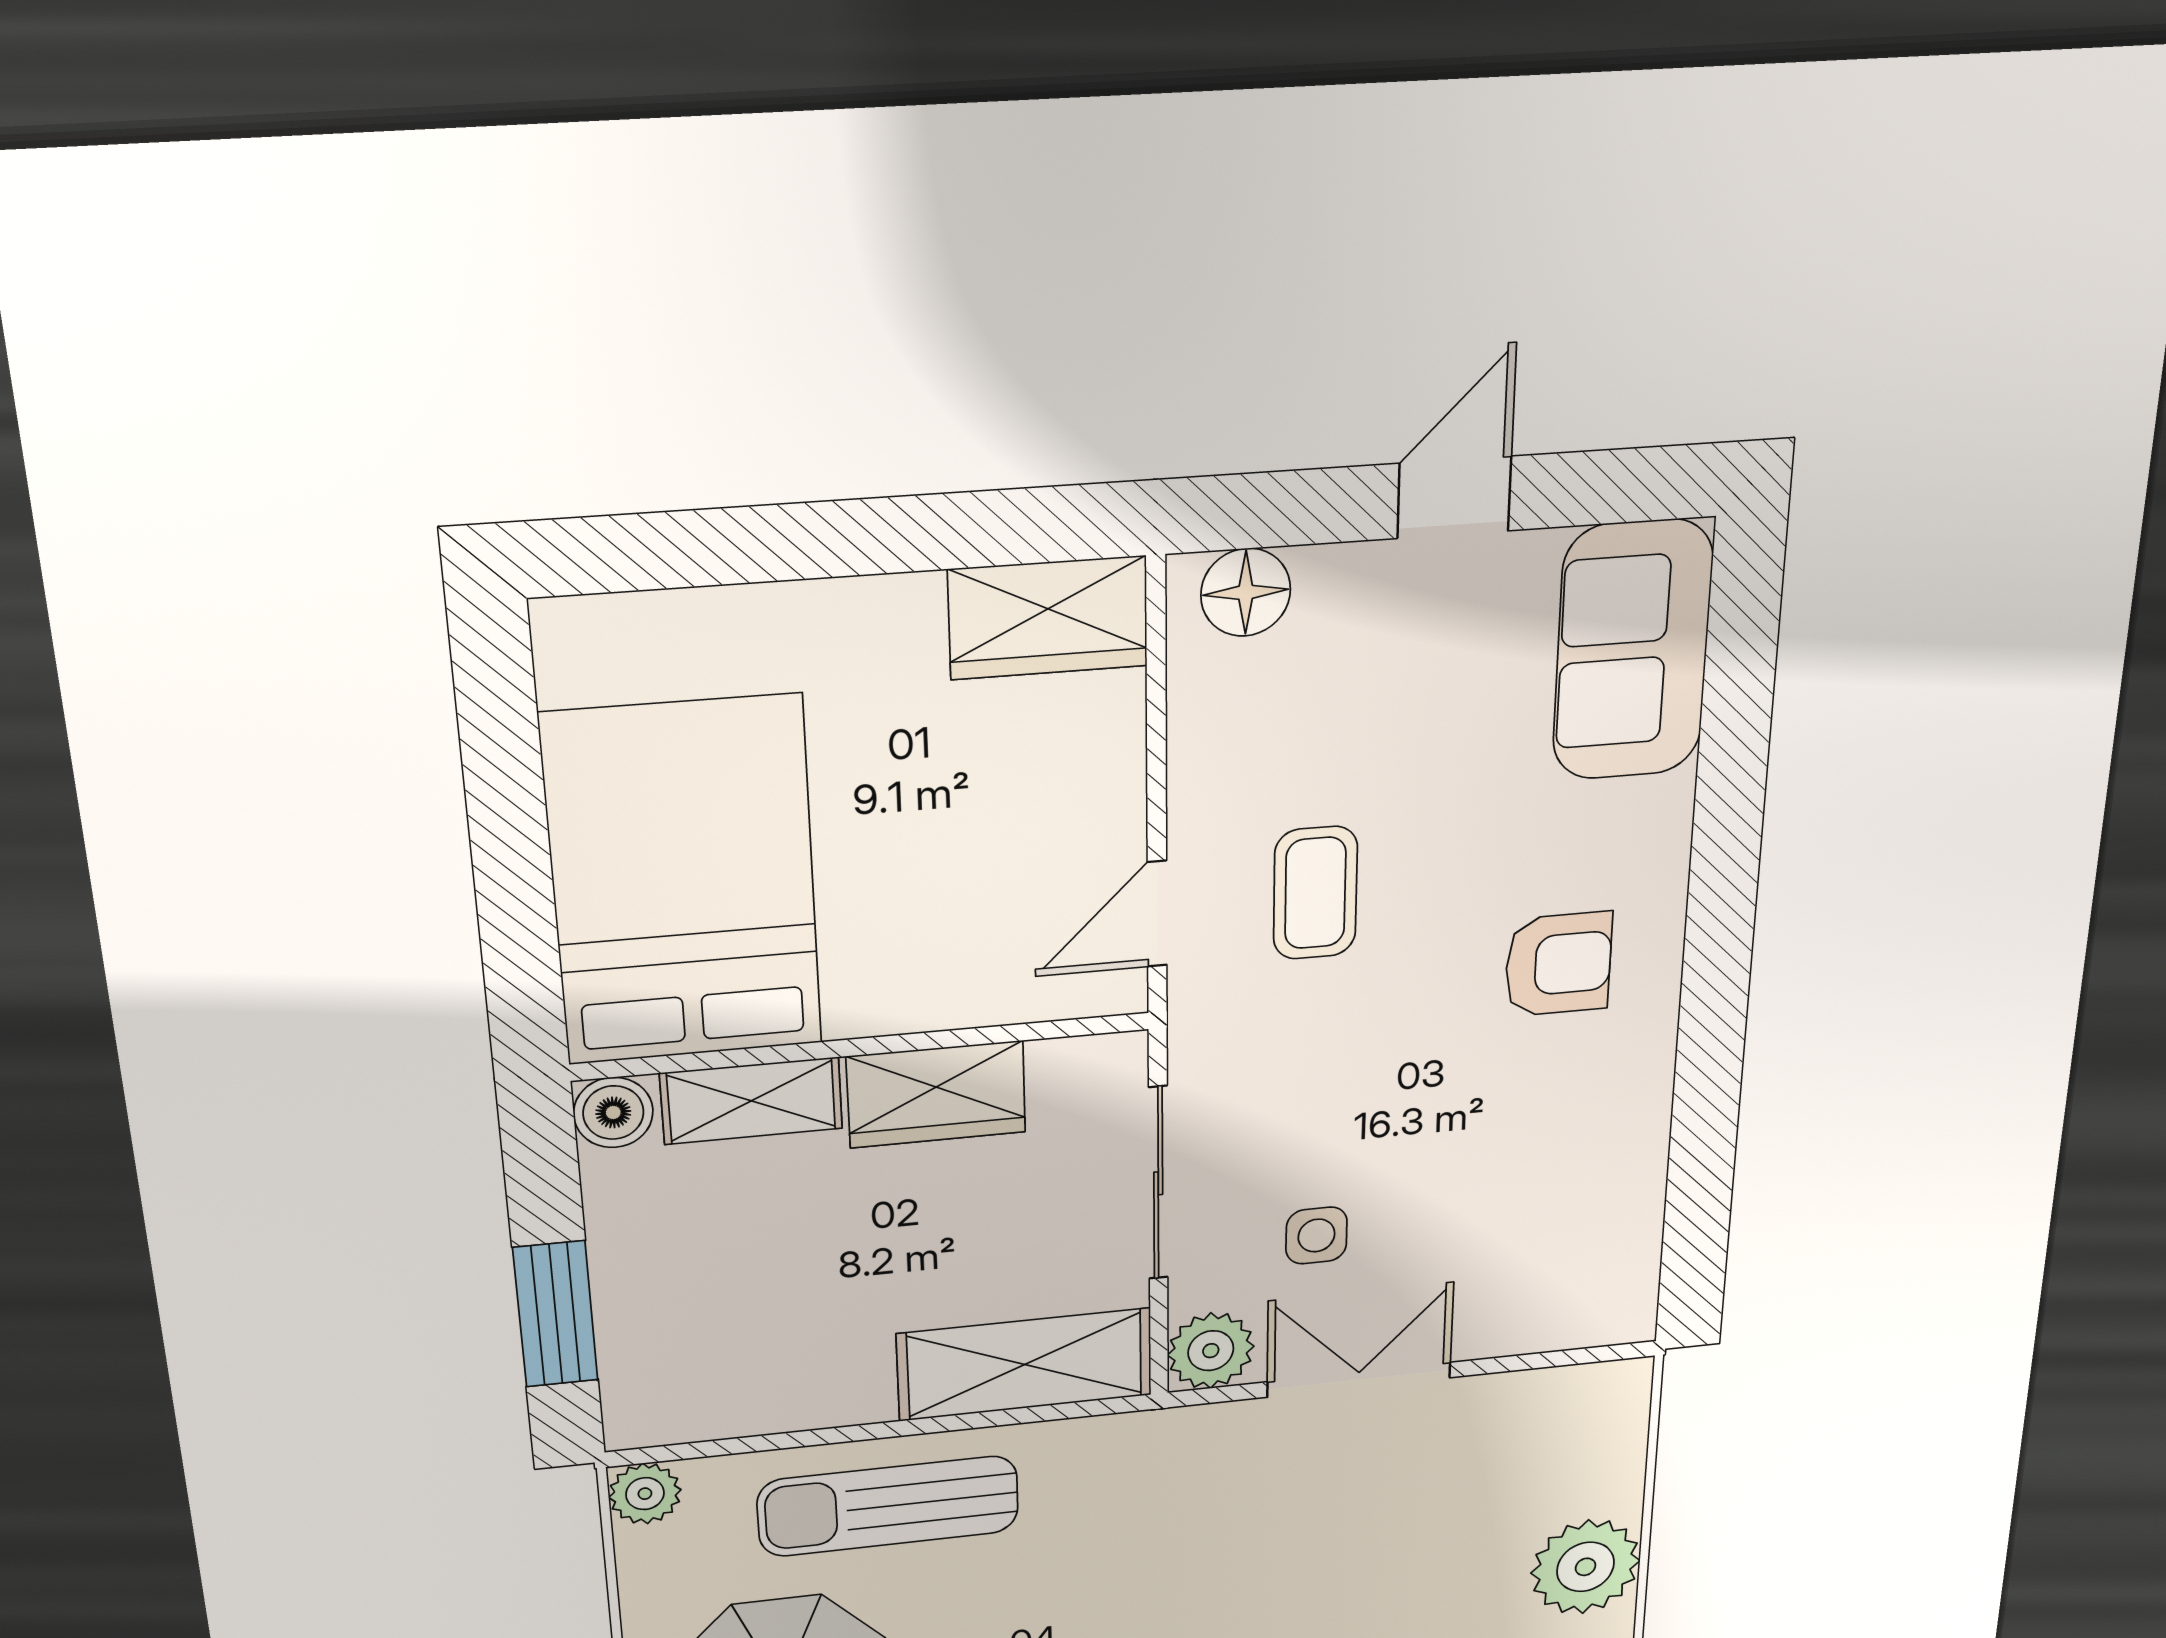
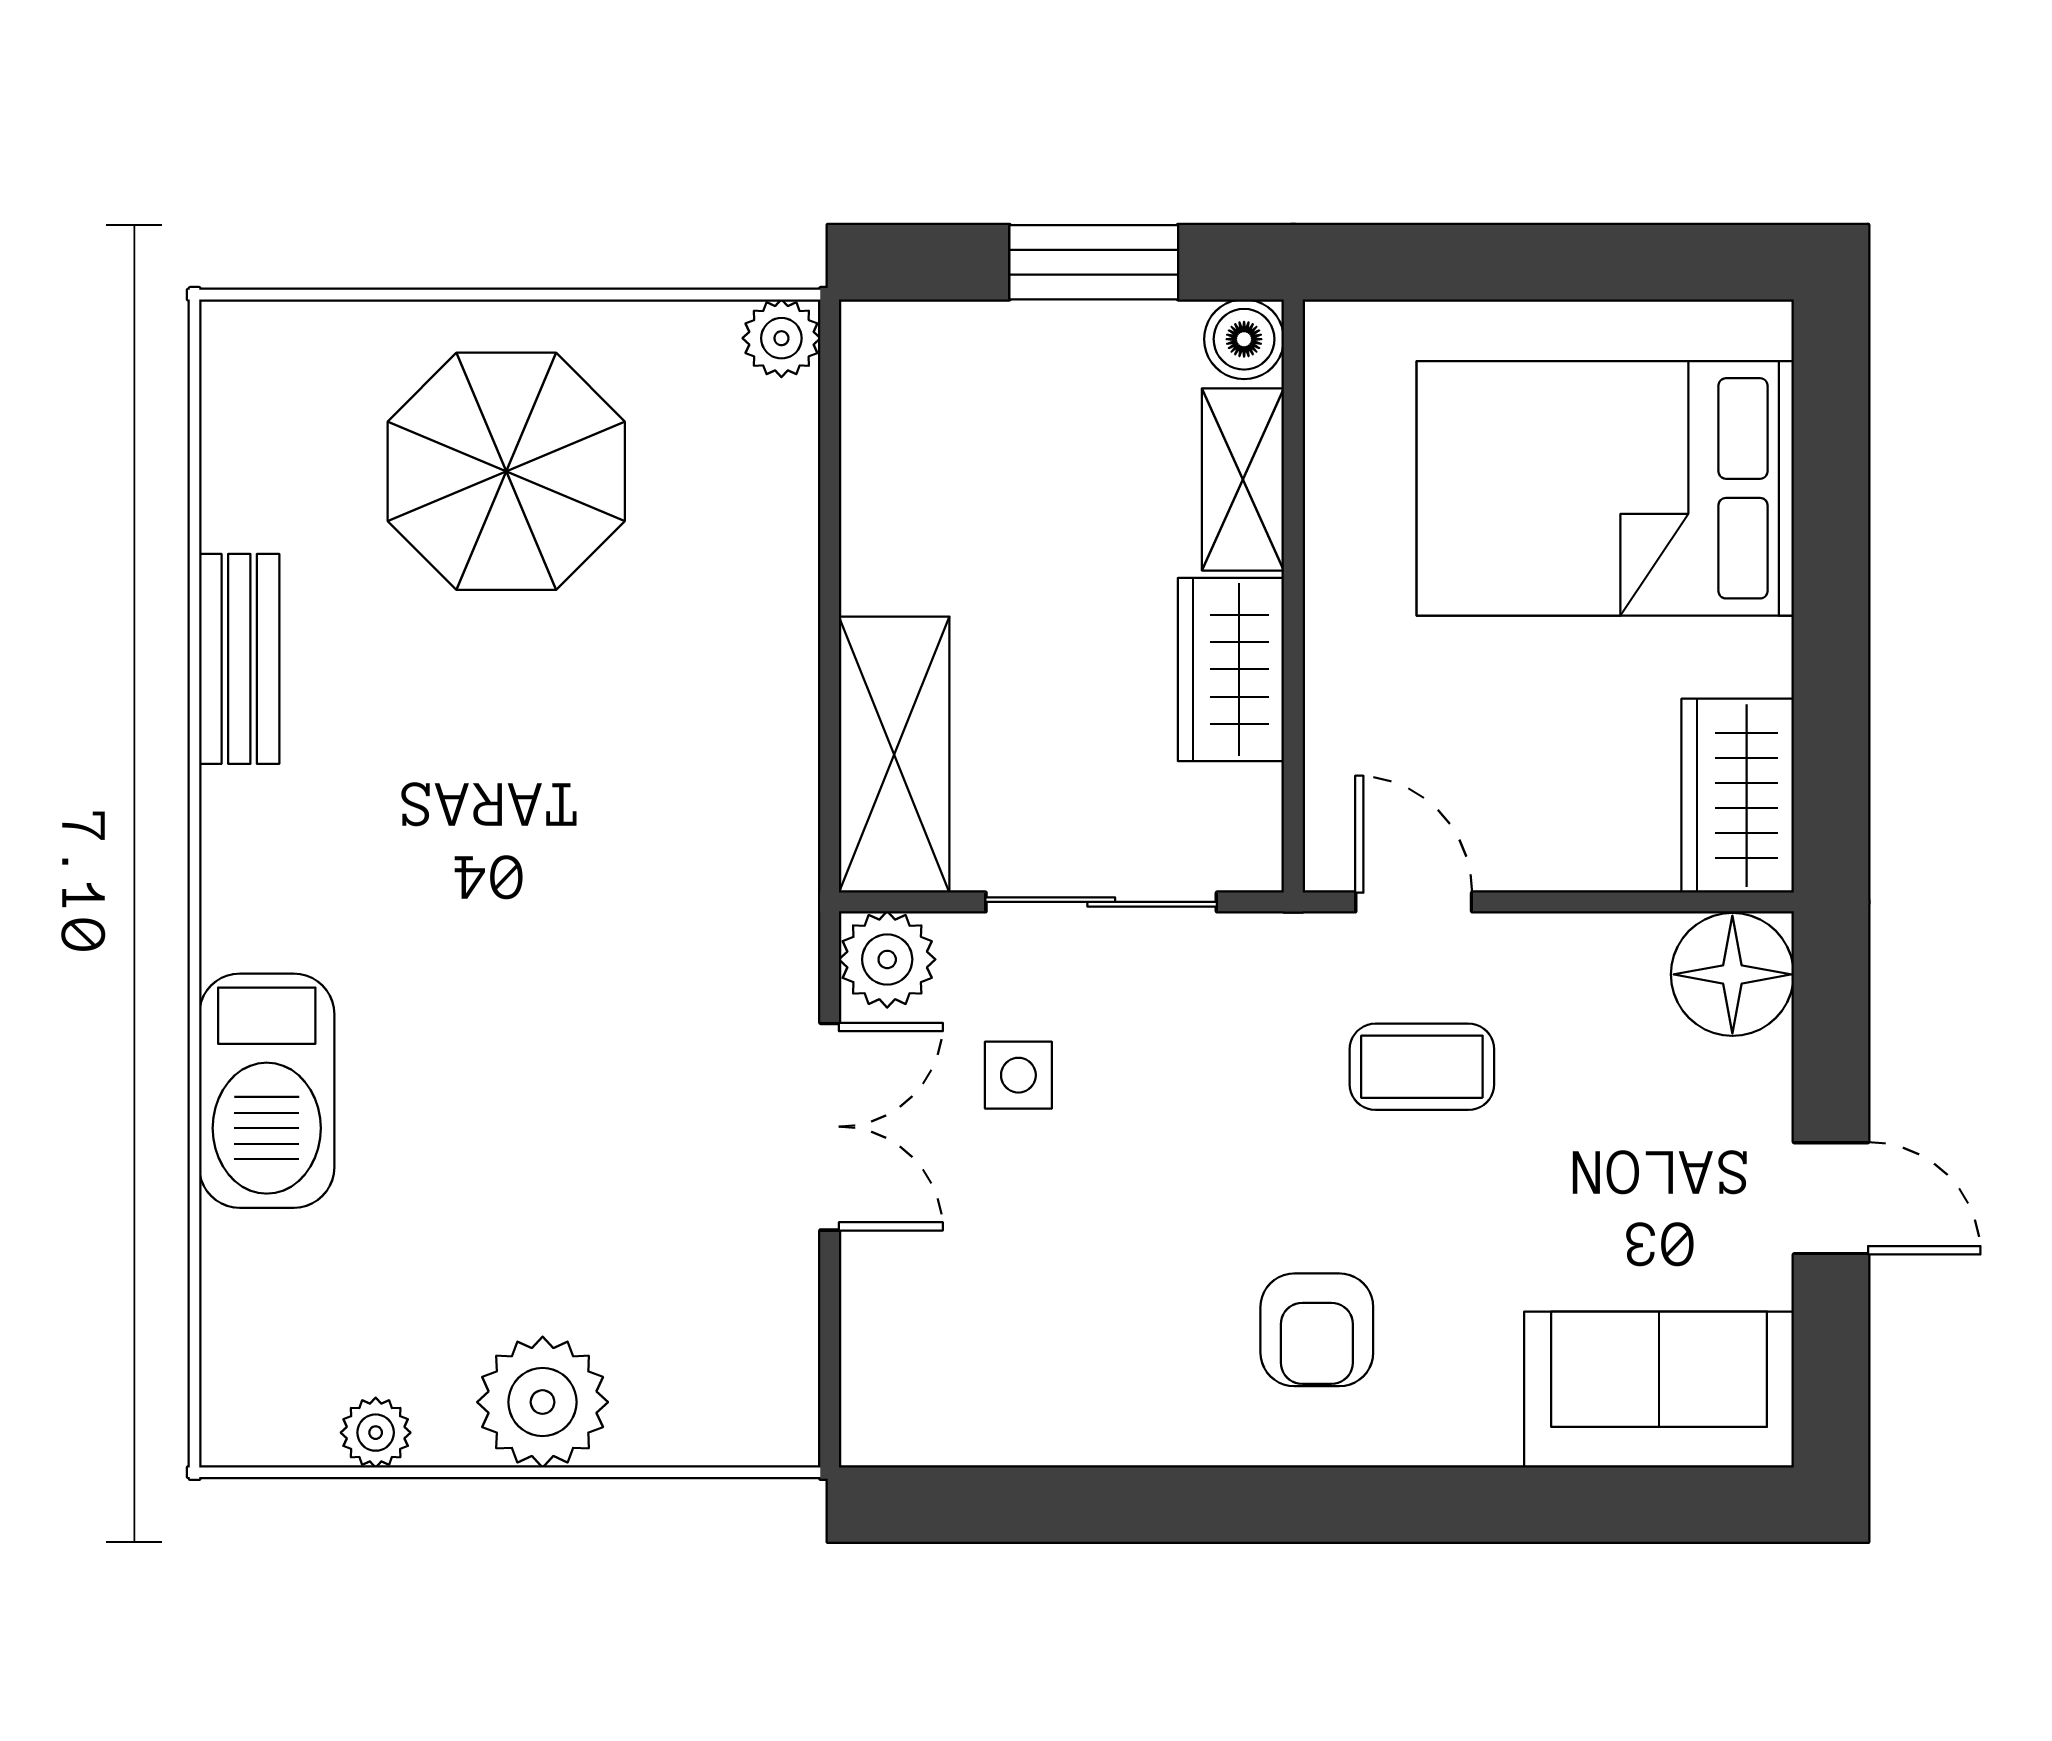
floor lamp: (1246, 592) -> (1732, 974), width x1.38, depth x1.38
bed: (683, 882) -> (1605, 488), moved, turned 180
window: (556, 1314) -> (1094, 262), moved
sun lounger: (888, 1506) -> (731, 600), removed

